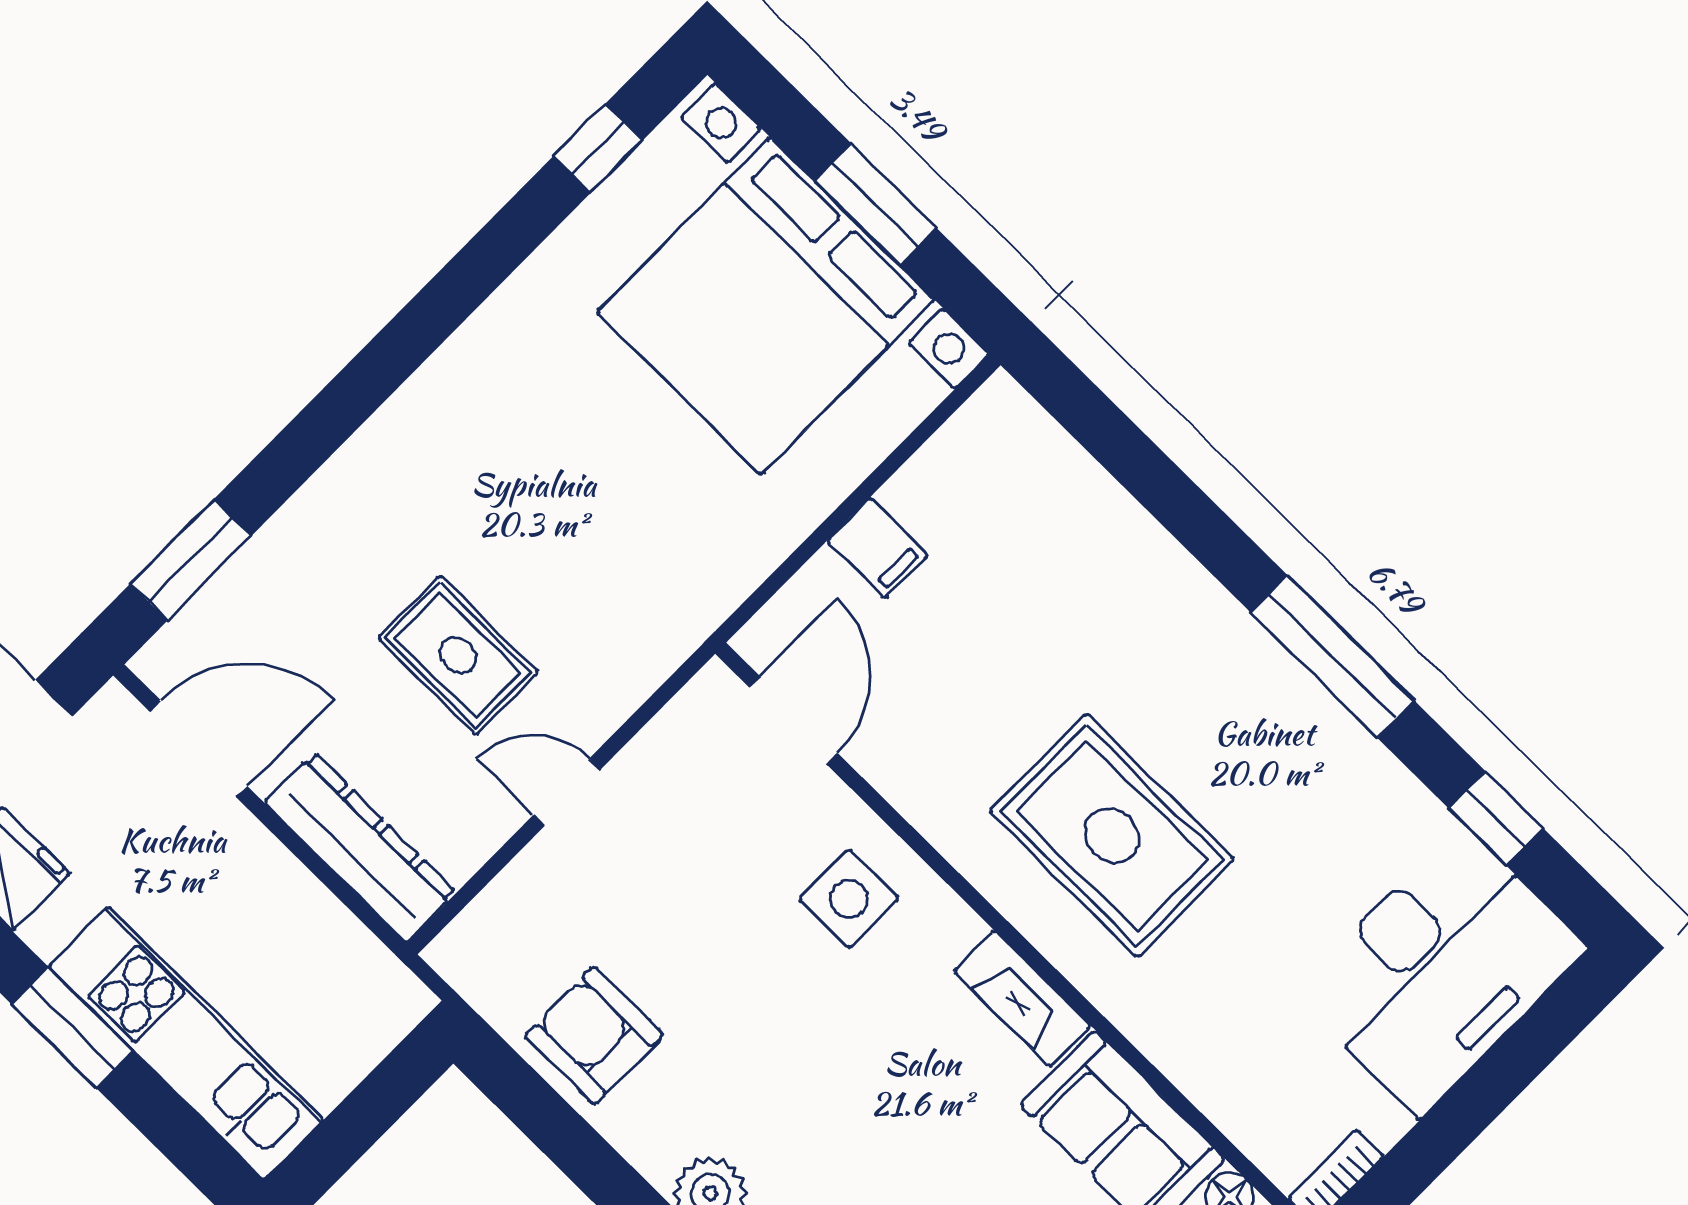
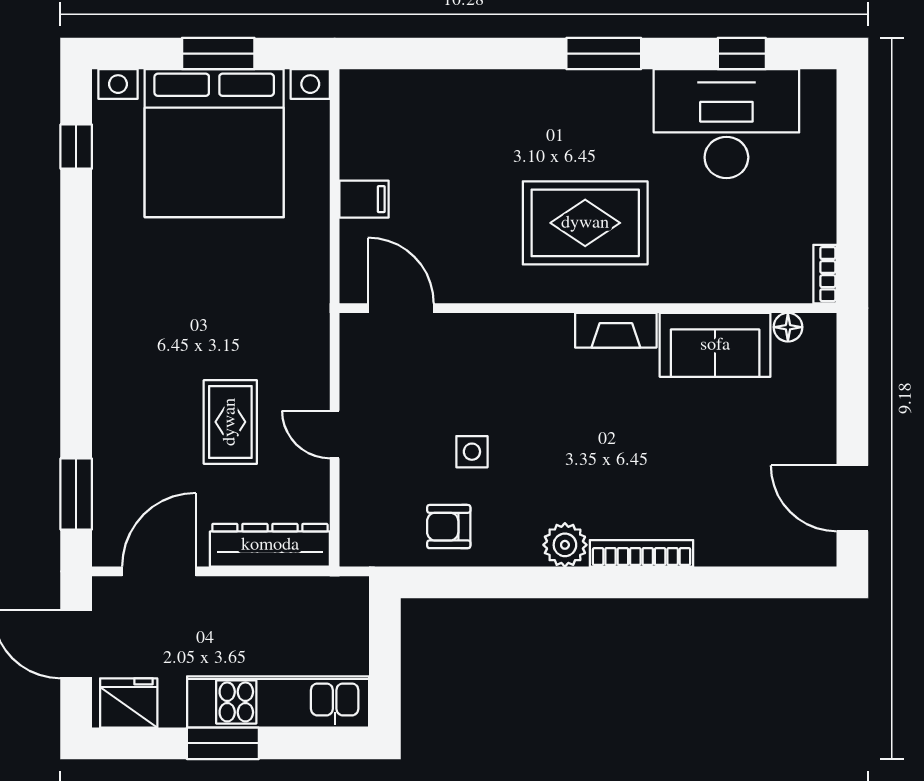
rug: (458, 655) -> (230, 422), turned 90
window: (1332, 656) -> (604, 54), width x0.69
door: (567, 792) -> (335, 434), hinge flipped
side table: (849, 899) -> (472, 452), moved, width x0.73, depth x0.73
desk: (1440, 971) -> (726, 124), moved, turned -90
armchair: (594, 1035) -> (449, 527), width x0.72, depth x0.72

